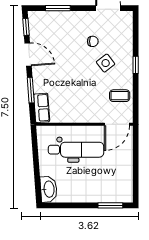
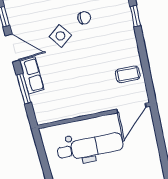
side table: (106, 63) -> (60, 36), moved
window: (136, 65) -> (135, 16), moved
row of seats: (42, 108) -> (32, 75), moved

